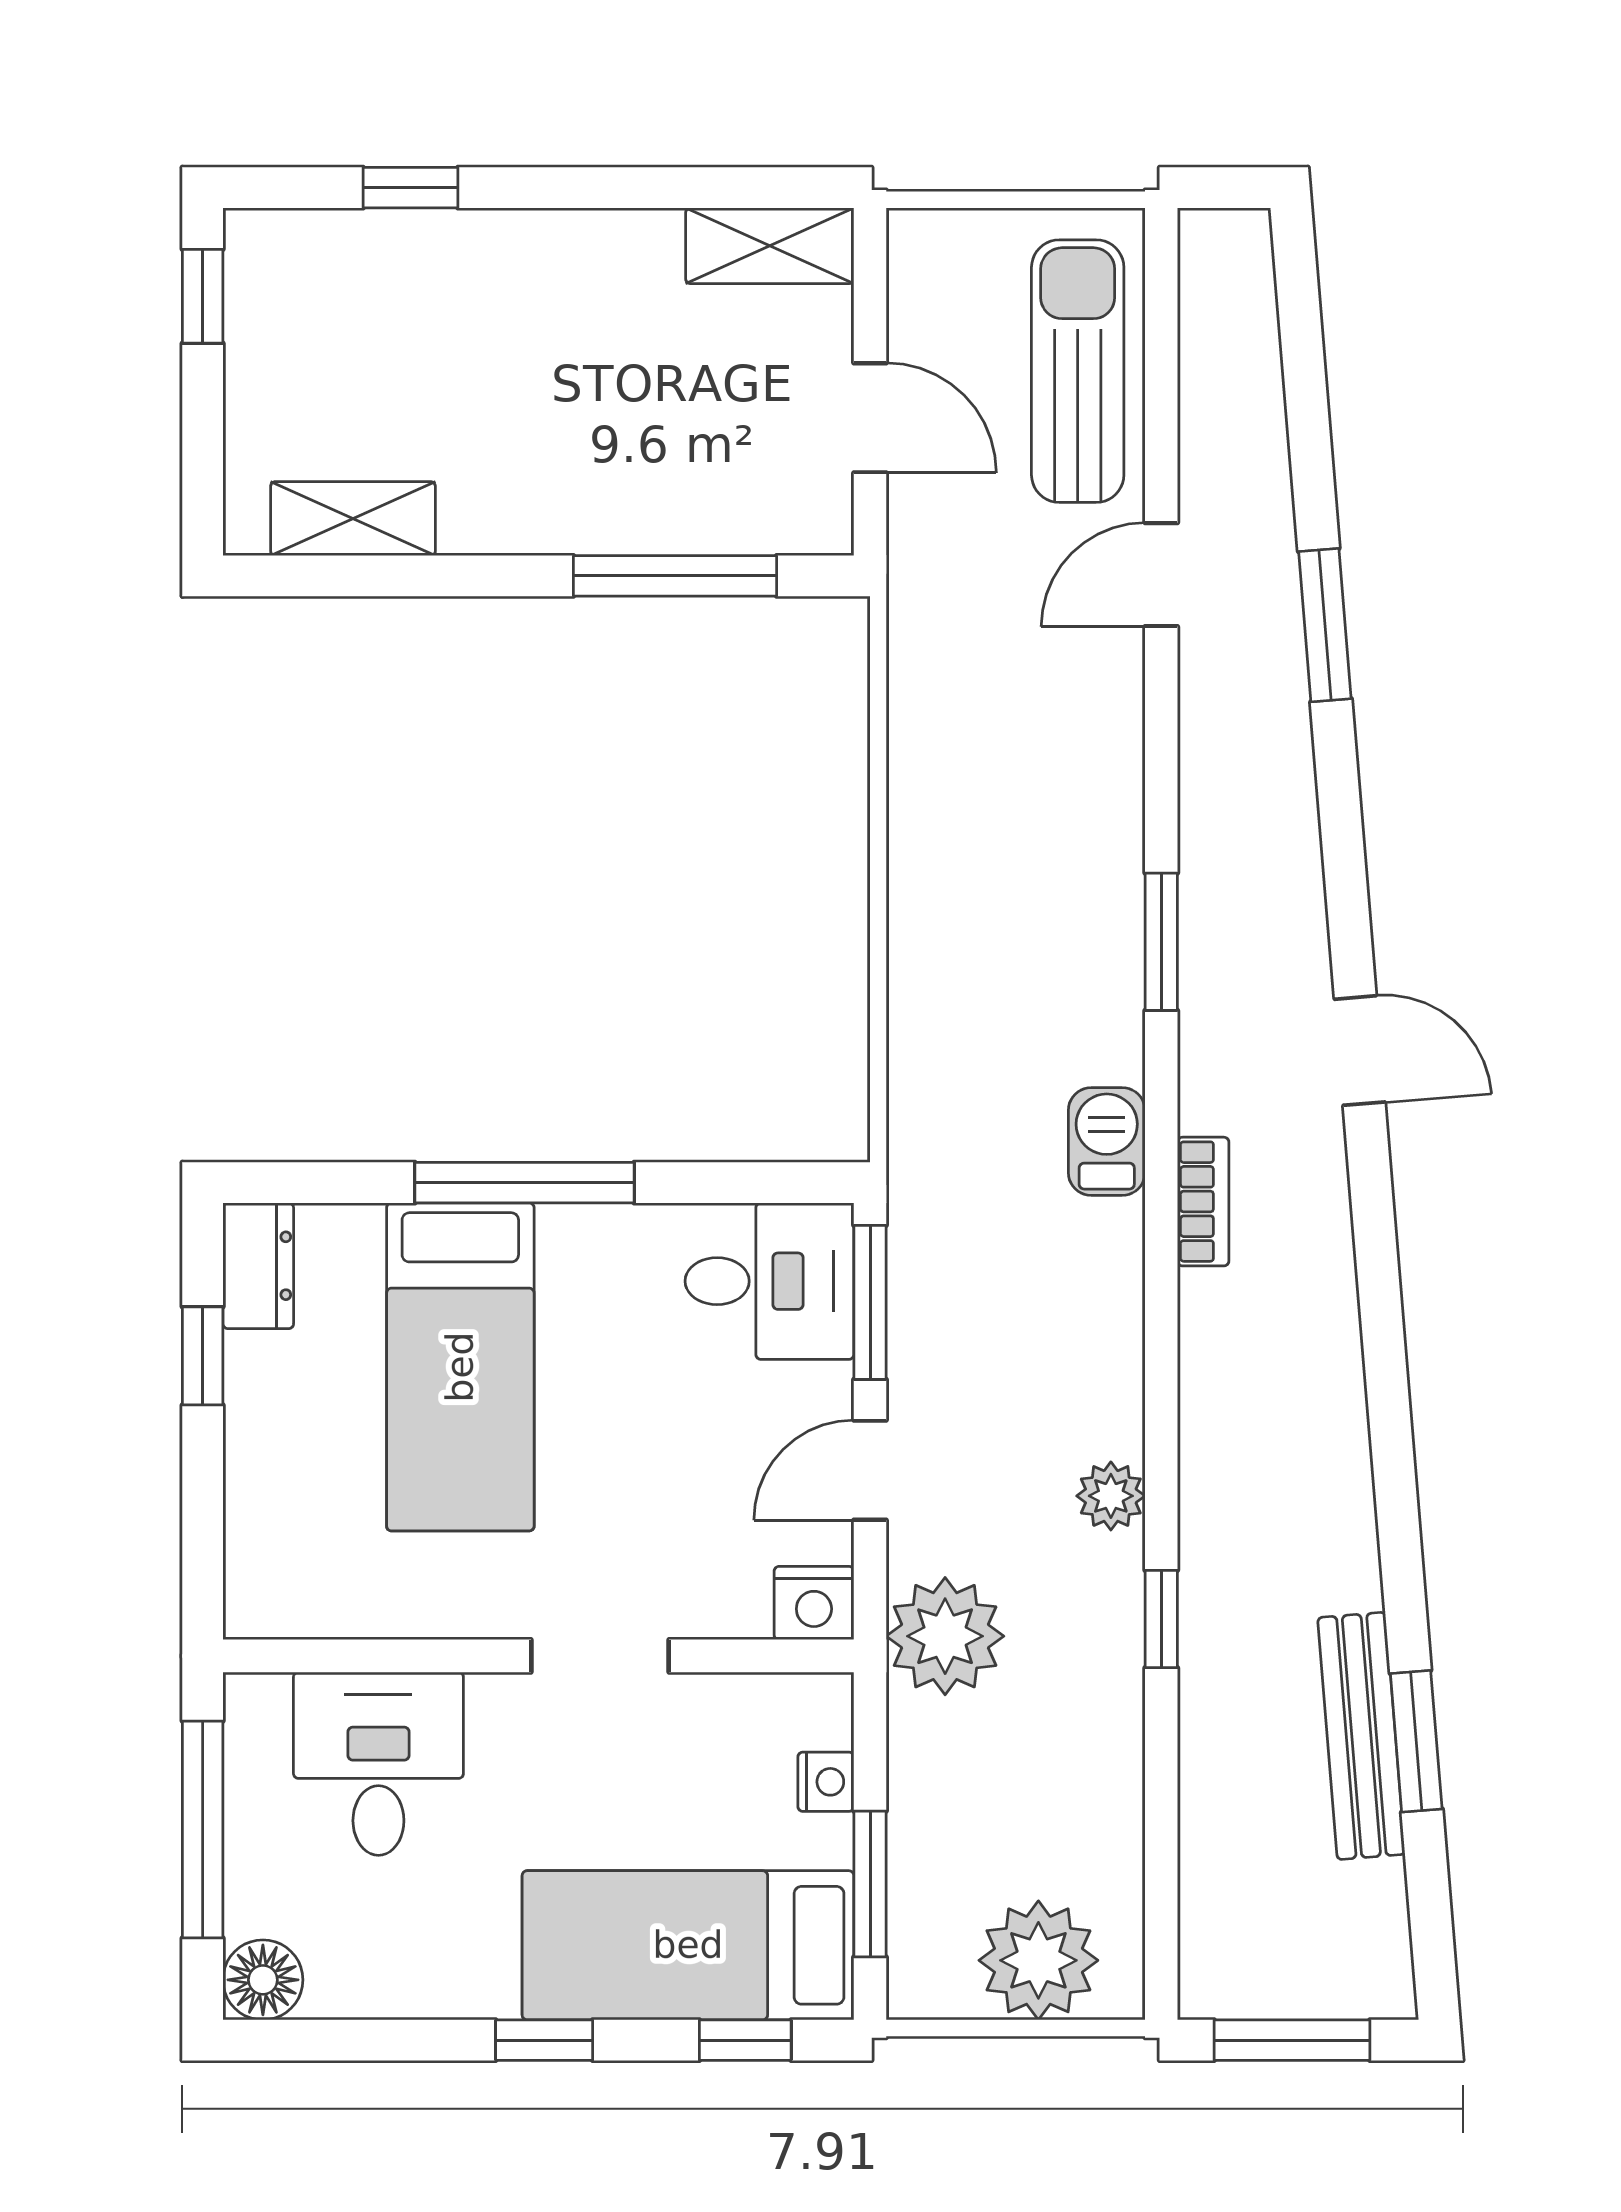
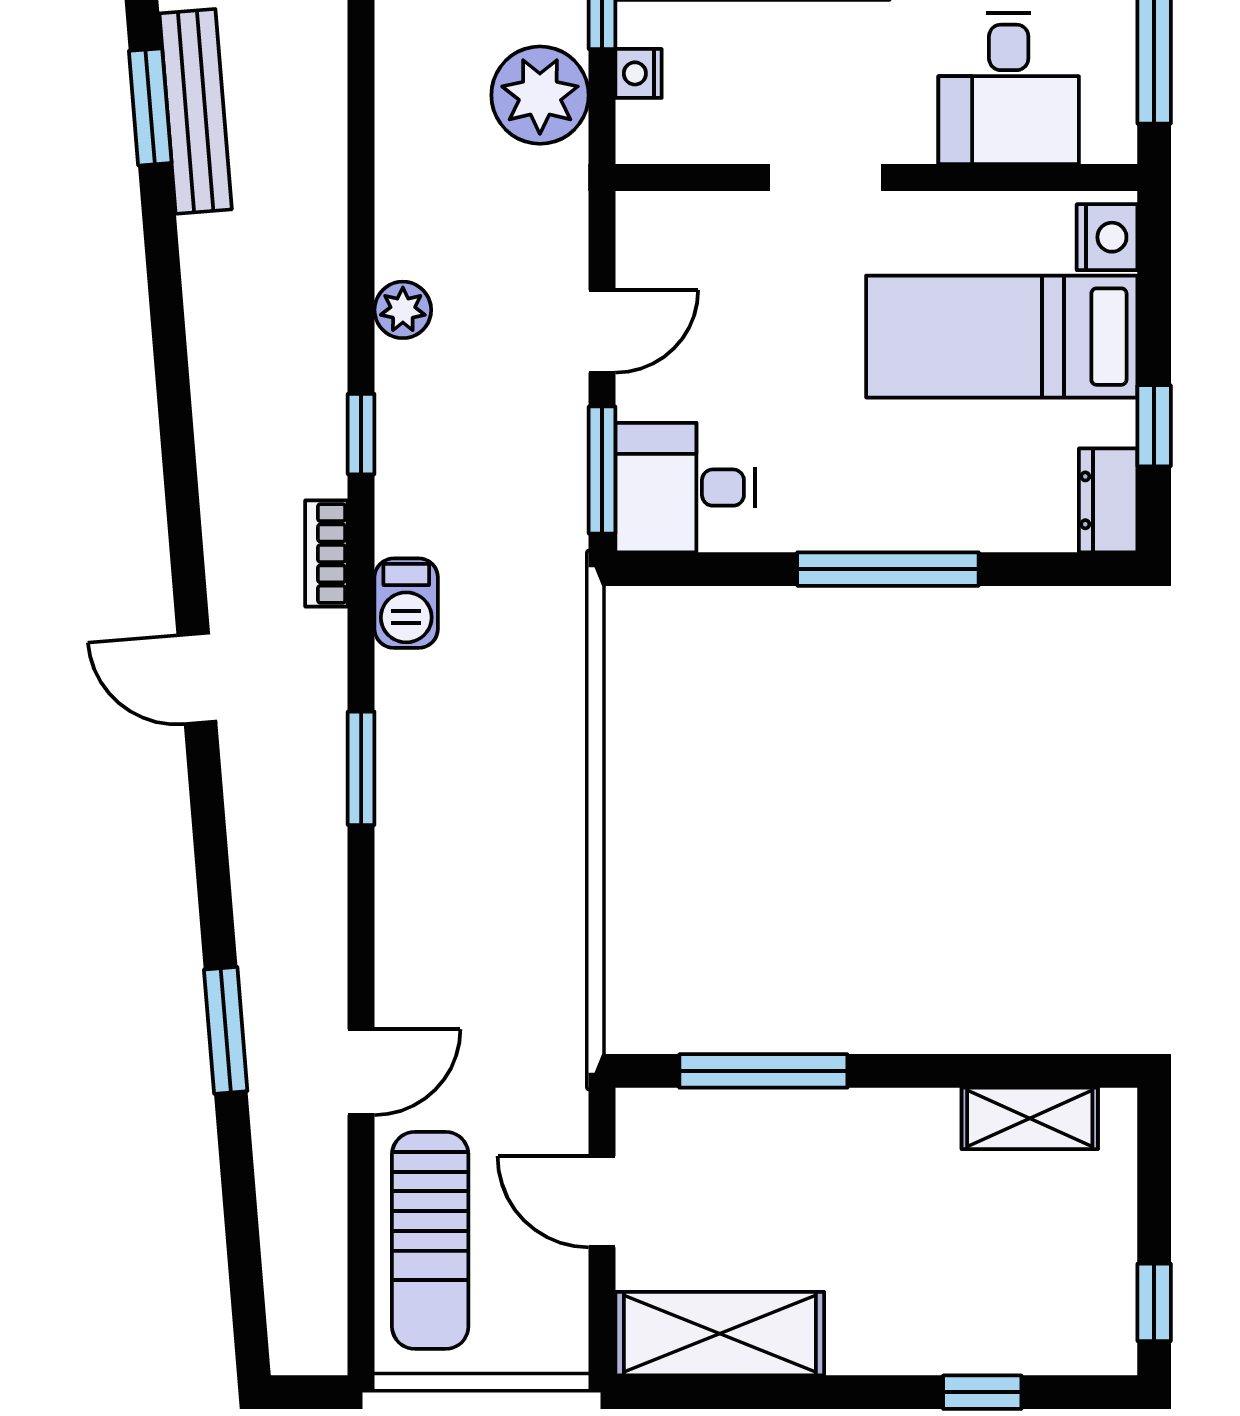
shelving: (770, 246) -> (720, 1334), width x1.50, depth x1.33
bed: (460, 1367) -> (1002, 337), moved, turned -90
nightstand: (814, 1603) -> (1107, 237), moved, turned 90
window: (1161, 1619) -> (361, 434), moved
plant: (945, 1636) -> (540, 95), moved

